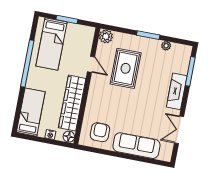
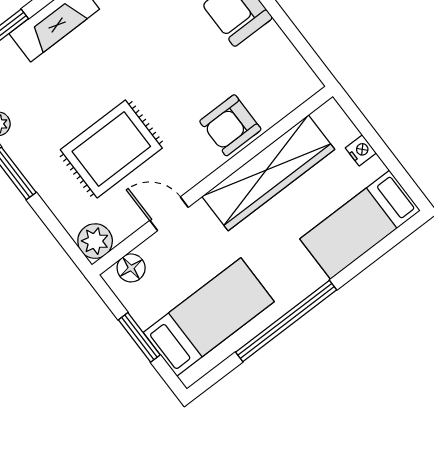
door: (91, 64) -> (169, 214), hinge flipped
armchair: (100, 132) -> (230, 125), moved
floor lamp: (69, 137) -> (131, 268), moved

